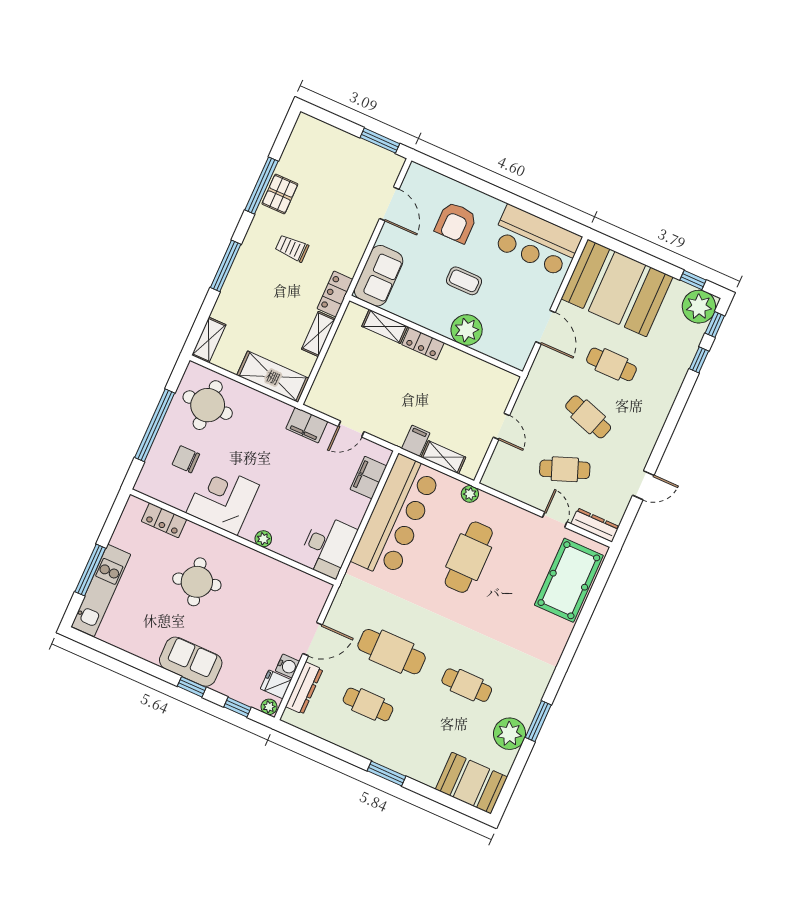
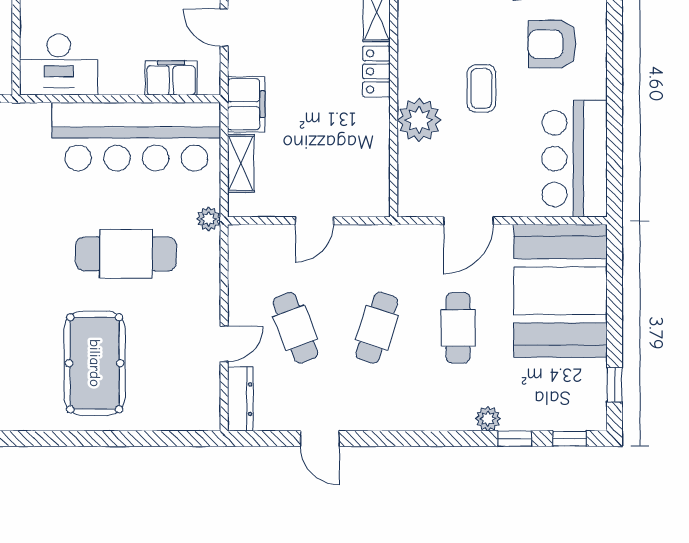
plant: (699, 307) -> (488, 419), moved, width x0.53, depth x0.53
filing cabinet: (416, 441) -> (246, 104), width x2.00
pool table: (569, 580) -> (95, 363), moved, turned 90

